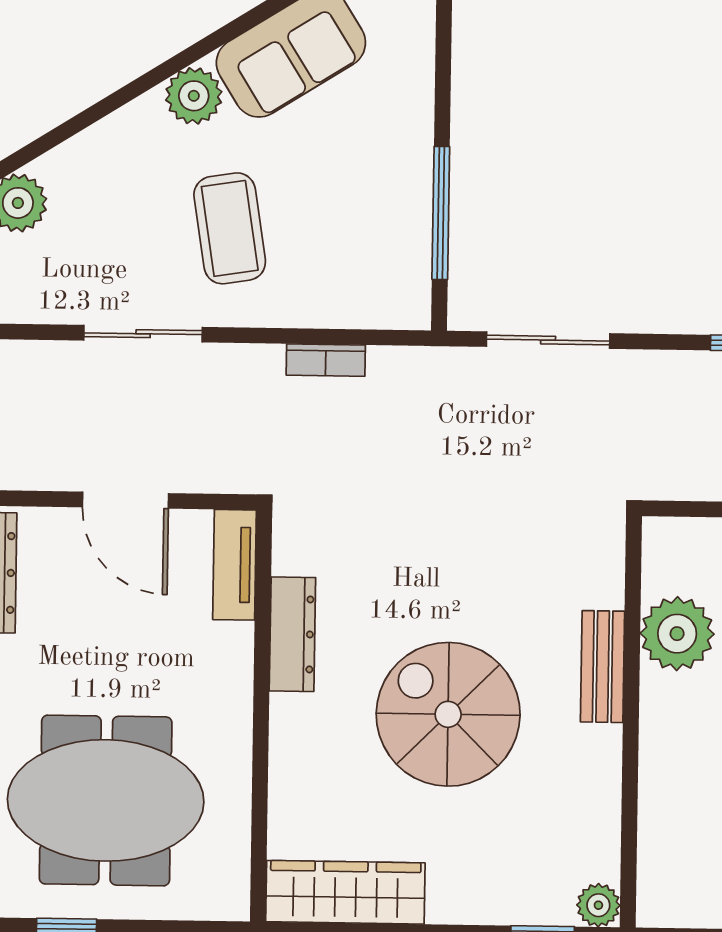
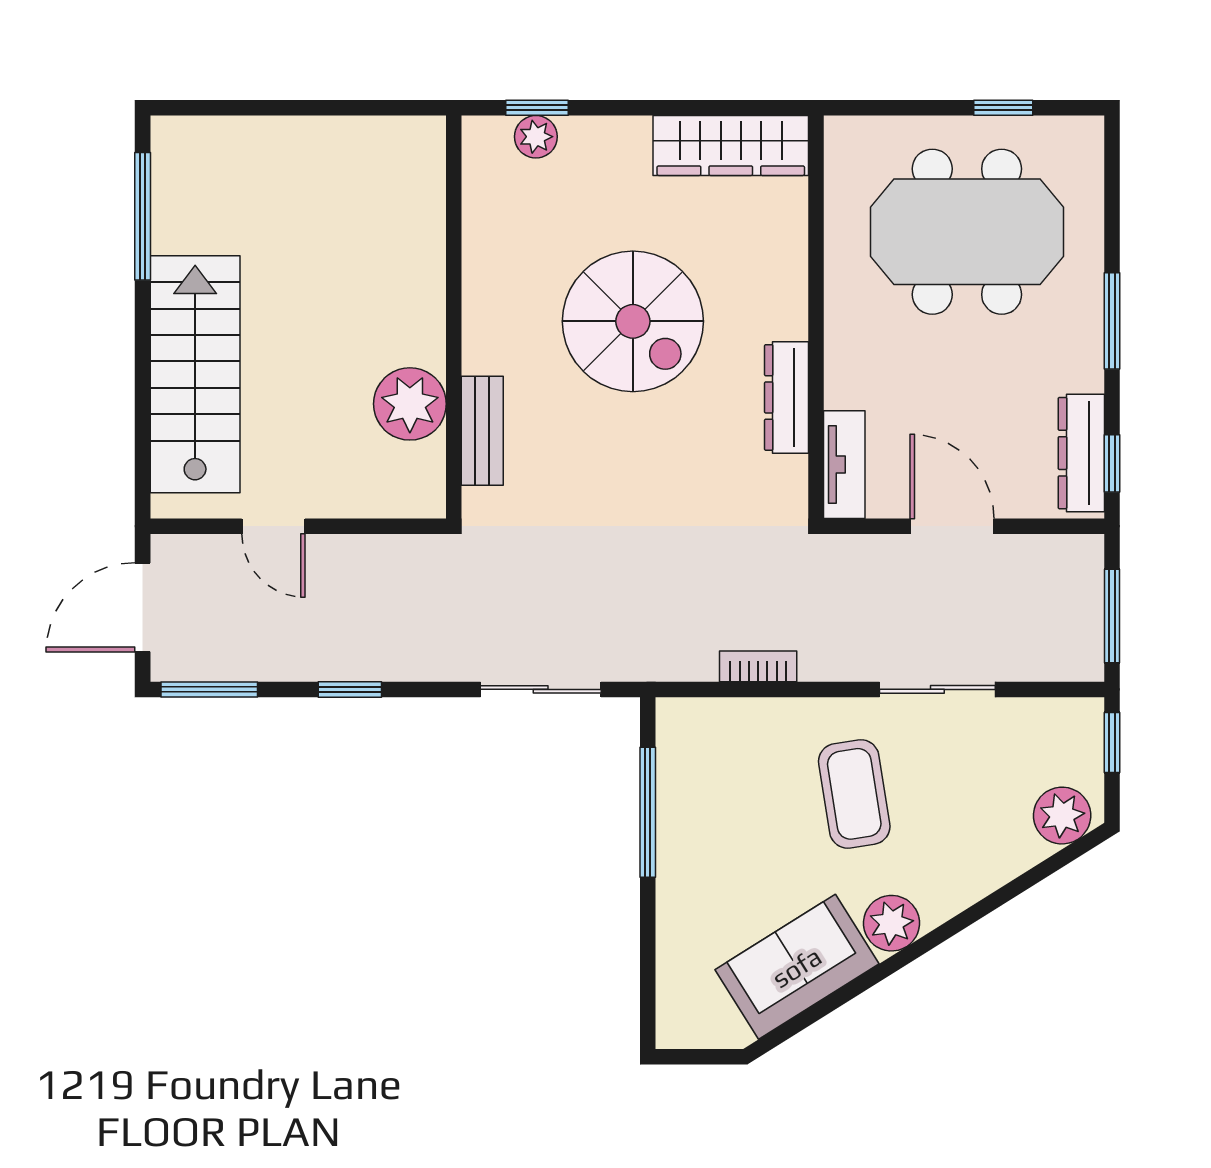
bench: (603, 667) -> (482, 431), moved
plant: (598, 905) -> (536, 137), moved

